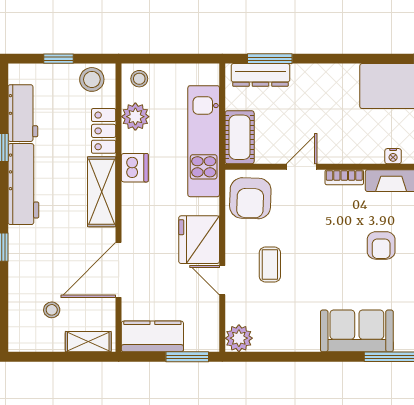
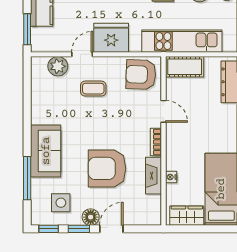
armchair: (381, 245) -> (107, 168), width x1.88, depth x1.88
plant: (239, 338) -> (58, 66), moved

